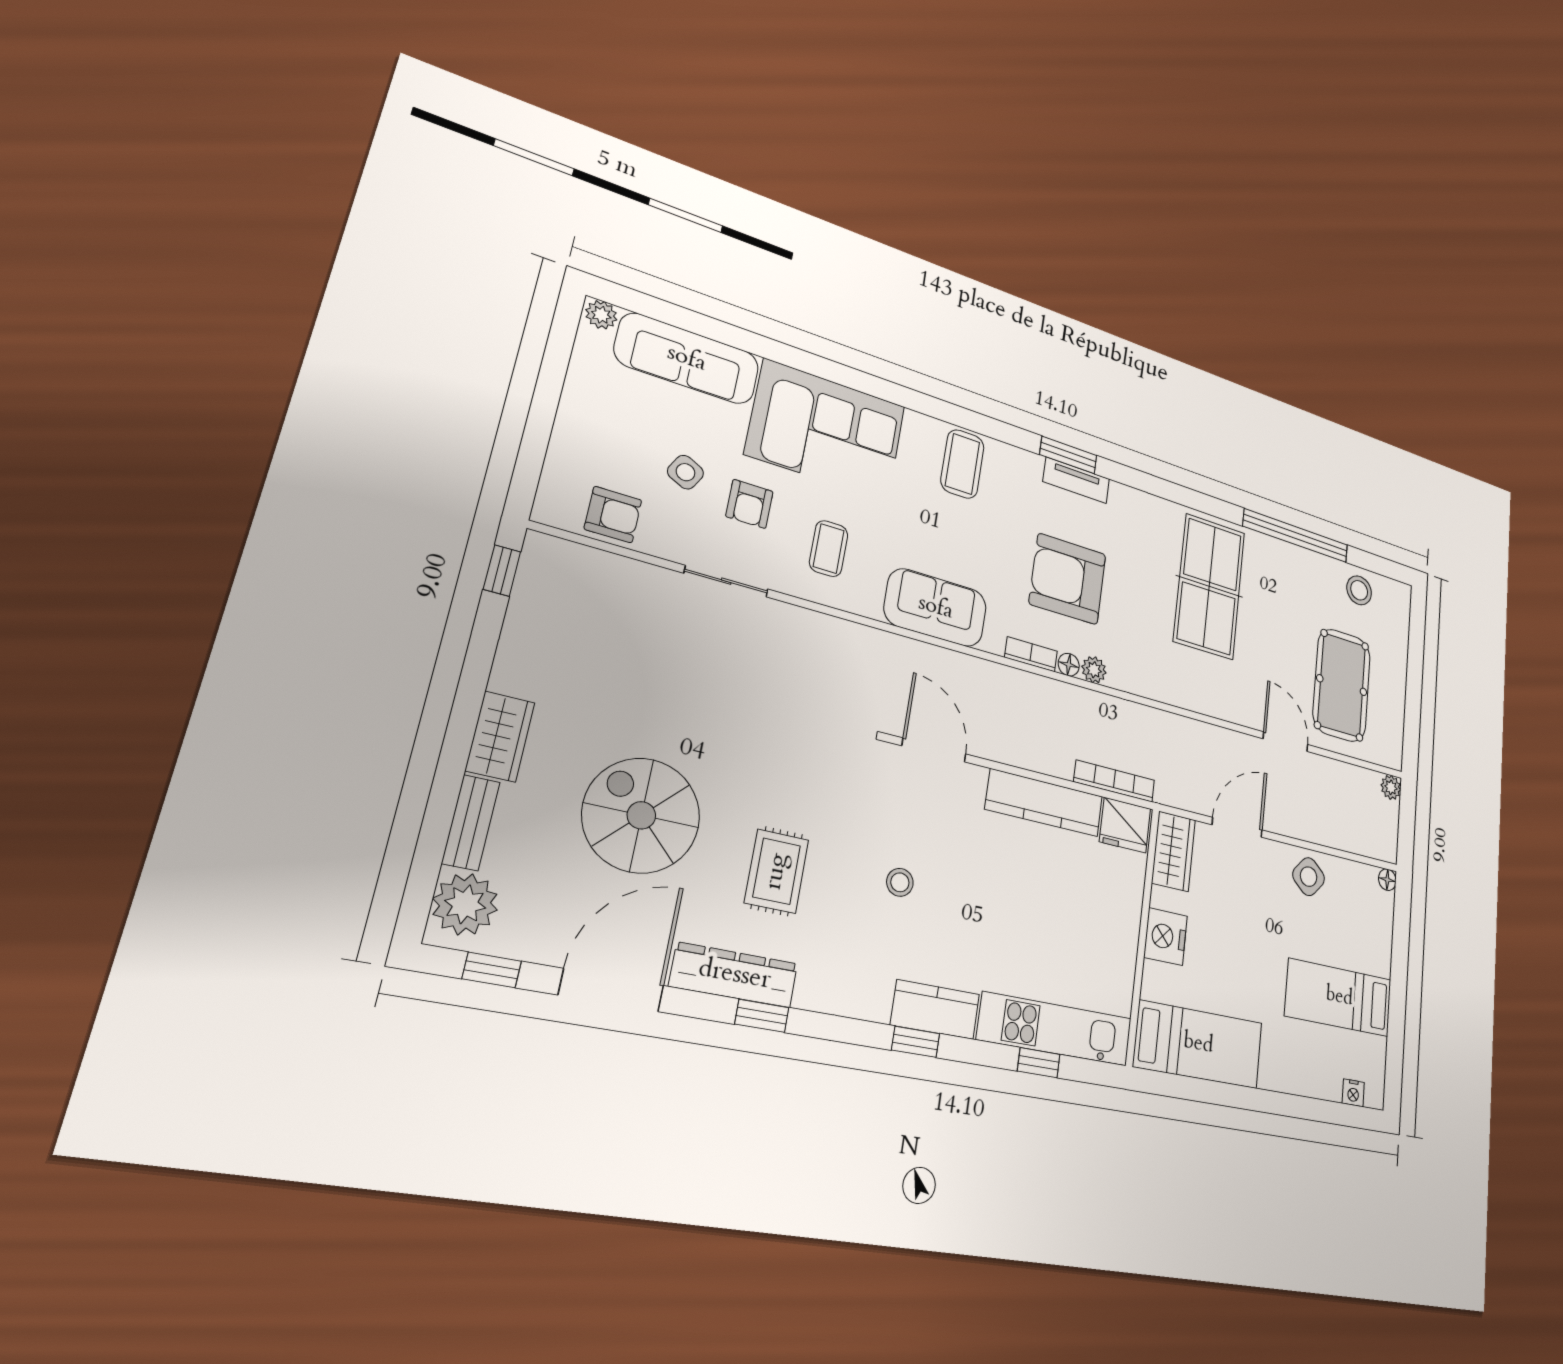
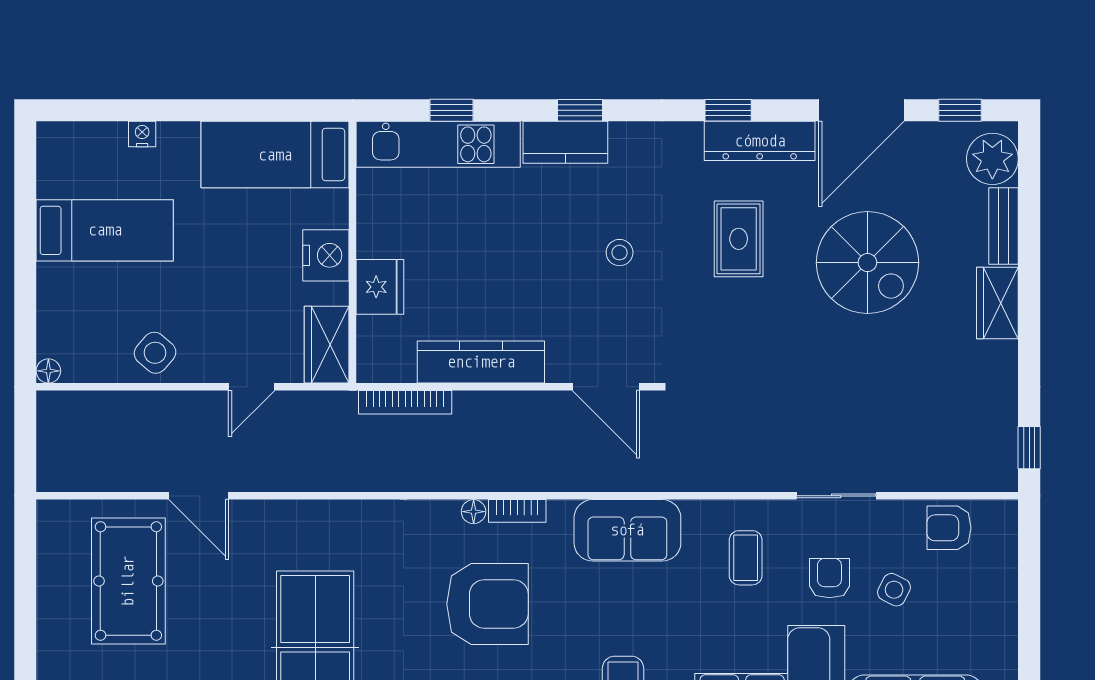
plant: (1094, 670) -> (444, 514), removed
plant: (1391, 787) -> (51, 478), removed
fridge: (1125, 825) -> (380, 287), moved, turned 90
door: (1237, 827) -> (252, 387), width x0.73
nightstand: (1353, 1093) -> (142, 134), moved

